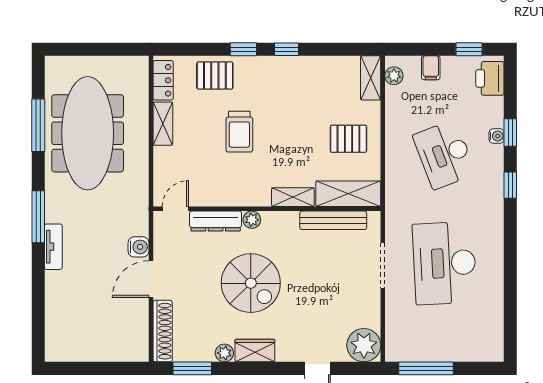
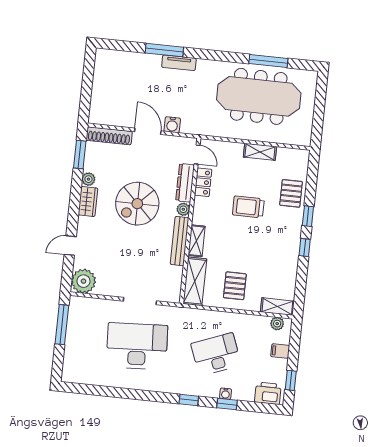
locker: (163, 80) -> (203, 182), moved, turned -90
window: (38, 217) -> (164, 50), moved
bench: (333, 220) -> (180, 241), moved

